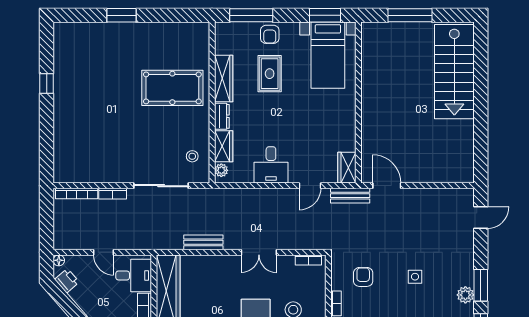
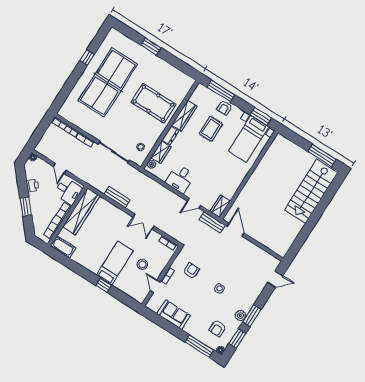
window: (410, 15) -> (322, 155), moved
table tennis table: (95, 99) -> (108, 82), added
printer: (67, 281) -> (32, 186), moved

